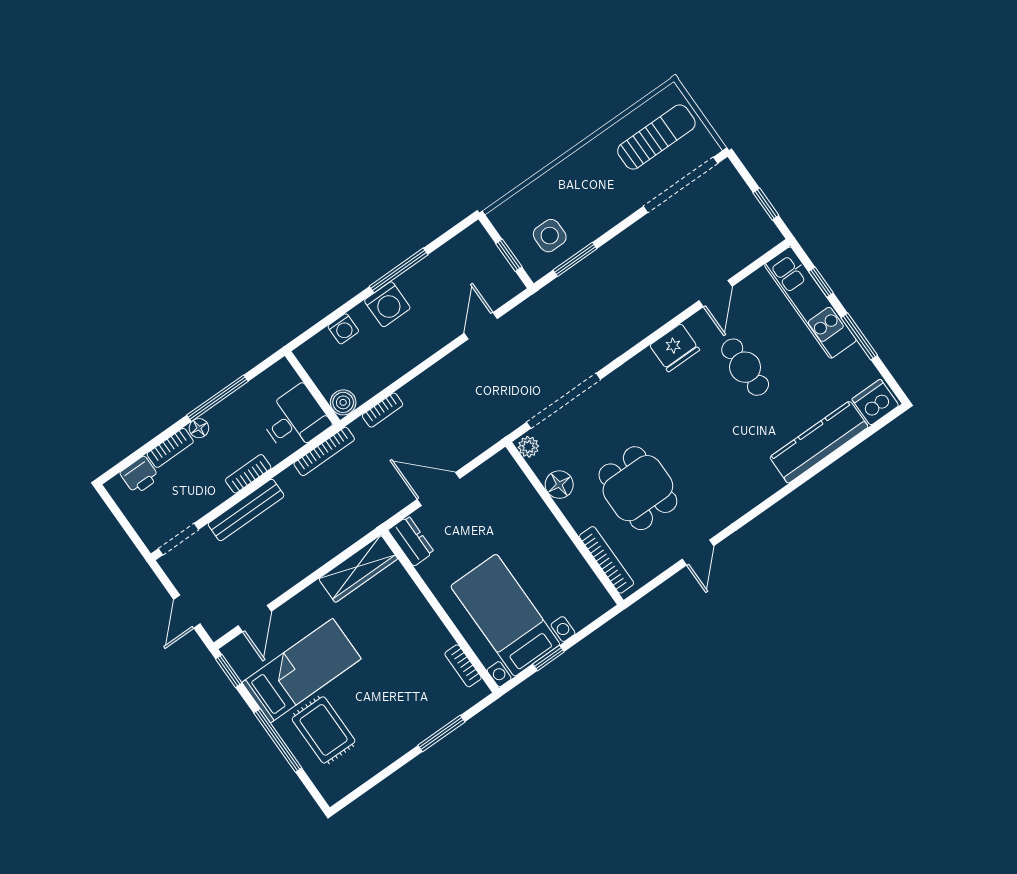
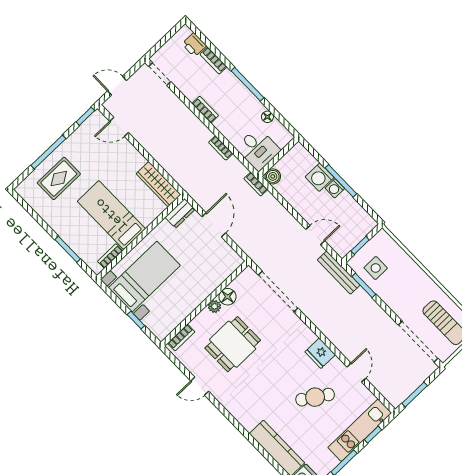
window: (766, 204) -> (415, 394), width x1.50
door: (715, 294) -> (356, 373), swing flipped
washing machine: (343, 329) -> (335, 188), moved
cafe table: (745, 367) -> (315, 397), turned 33
wall: (312, 388) -> (279, 157), moved
boiler: (343, 402) -> (273, 176), moved
desk: (295, 420) -> (258, 149), moved
floor lamp: (199, 428) -> (267, 117), moved
plant: (528, 447) -> (215, 306), moved
bookcase: (324, 451) -> (221, 148), width x0.64
bench: (246, 510) -> (339, 273), moved
bookcase: (607, 560) -> (181, 337), width x0.64
window: (549, 658) -> (136, 320), moved
bed: (302, 671) -> (111, 215), moved, turned 180

